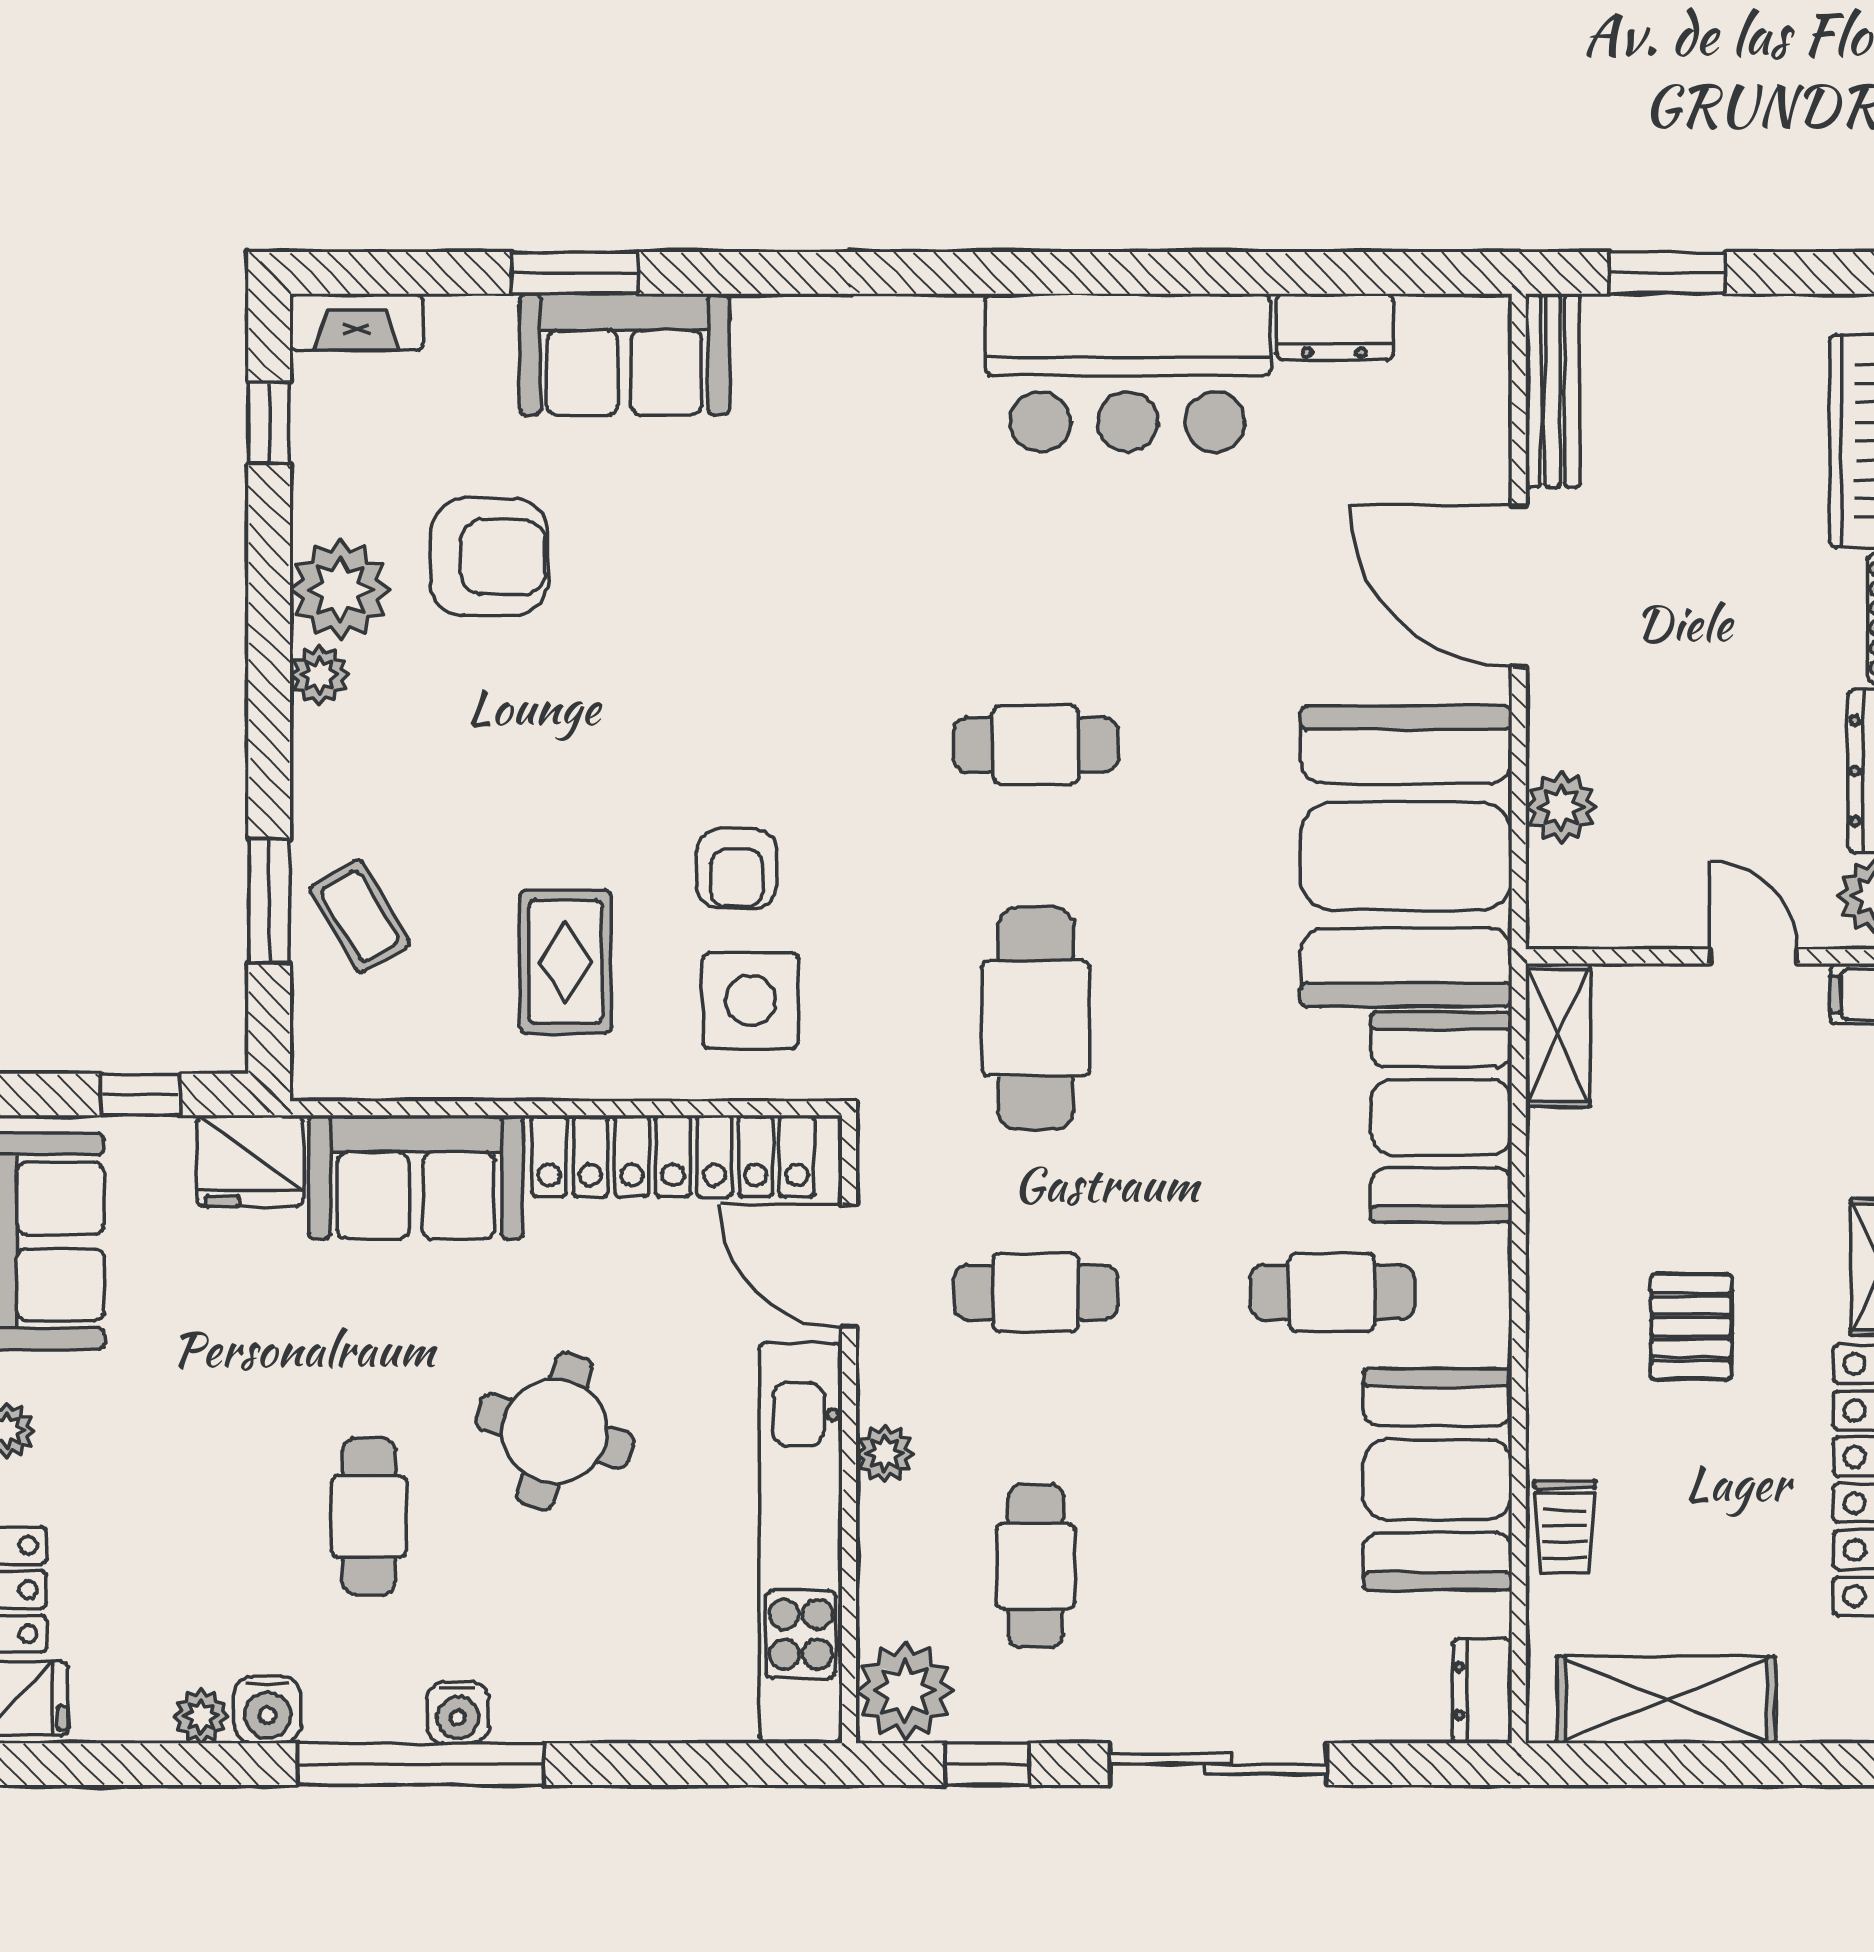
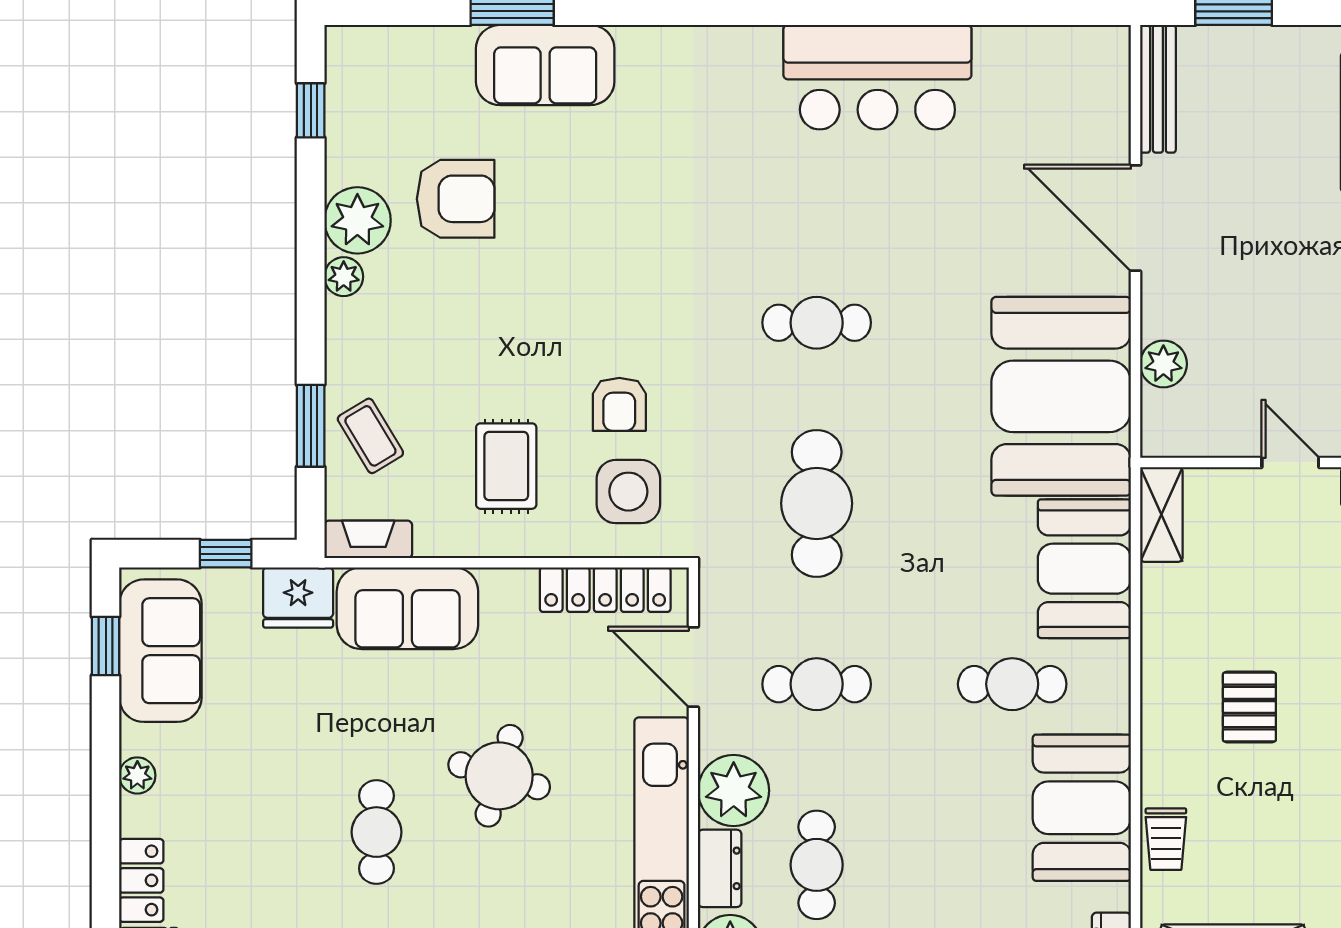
fireplace: (356, 322) -> (368, 539), moved, turned 180
dresser: (1334, 327) -> (720, 868), moved, turned -90
locker: (673, 1156) -> (605, 590), width x0.71, depth x0.83
plant: (885, 1453) -> (734, 791), width x1.88, depth x1.88

